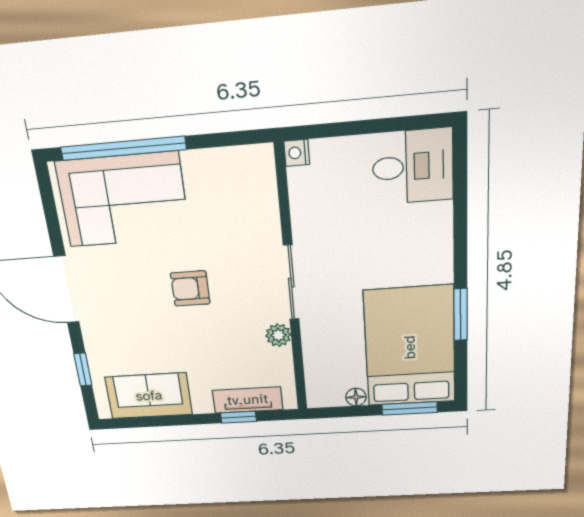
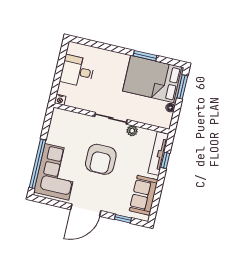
desk: (413, 167) -> (77, 71), moved, turned -90
armchair: (190, 288) -> (101, 159), width x1.88, depth x1.88
tv unit: (248, 400) -> (158, 154), width x1.41

